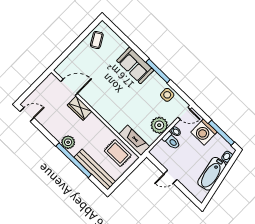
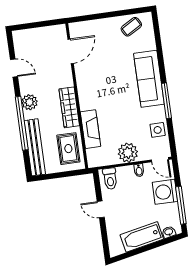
sofa: (135, 65) -> (149, 79), width x1.36
door: (69, 87) -> (71, 51), hinge flipped
wardrobe: (80, 108) -> (69, 107), moved, width x1.50
door: (27, 115) -> (14, 68), moved
fireplace: (134, 140) -> (90, 129), moved
toilet: (171, 141) -> (110, 179), moved

